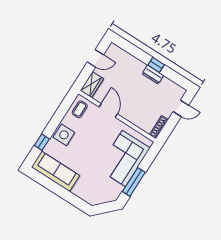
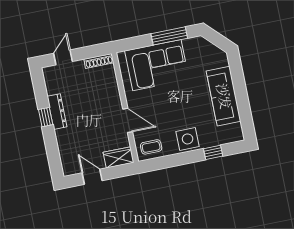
dresser: (153, 75) -> (57, 112), width x1.44
door: (181, 108) -> (63, 57), hinge flipped
door: (108, 111) -> (128, 120), swing flipped
sofa: (56, 171) -> (224, 96), moved

